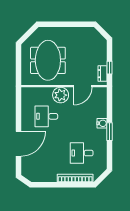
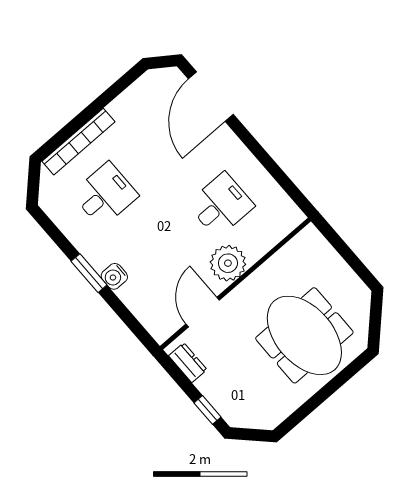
meeting table: (48, 60) -> (304, 335), moved
window: (109, 68) -> (208, 410), moved
door: (18, 144) -> (211, 97), moved

